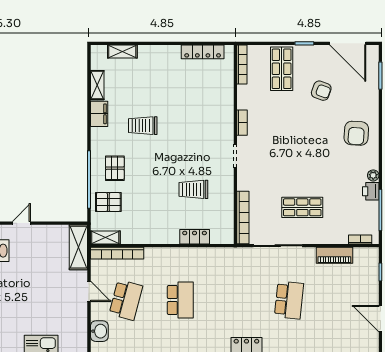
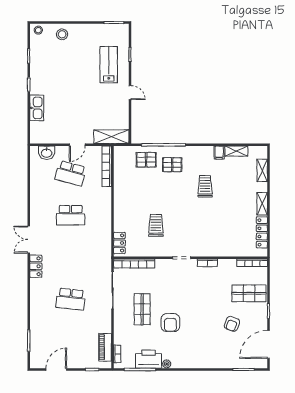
filing cabinet: (99, 114) -> (219, 153), width x0.50
armchair: (356, 133) -> (170, 323), moved, turned -94
printer: (371, 191) -> (149, 359), width x1.87, depth x1.48
pallet: (108, 202) -> (146, 160), turned 90
shelving: (105, 237) -> (262, 204), moved
locker: (195, 237) -> (119, 243), moved
piano: (334, 255) -> (105, 347), moved

